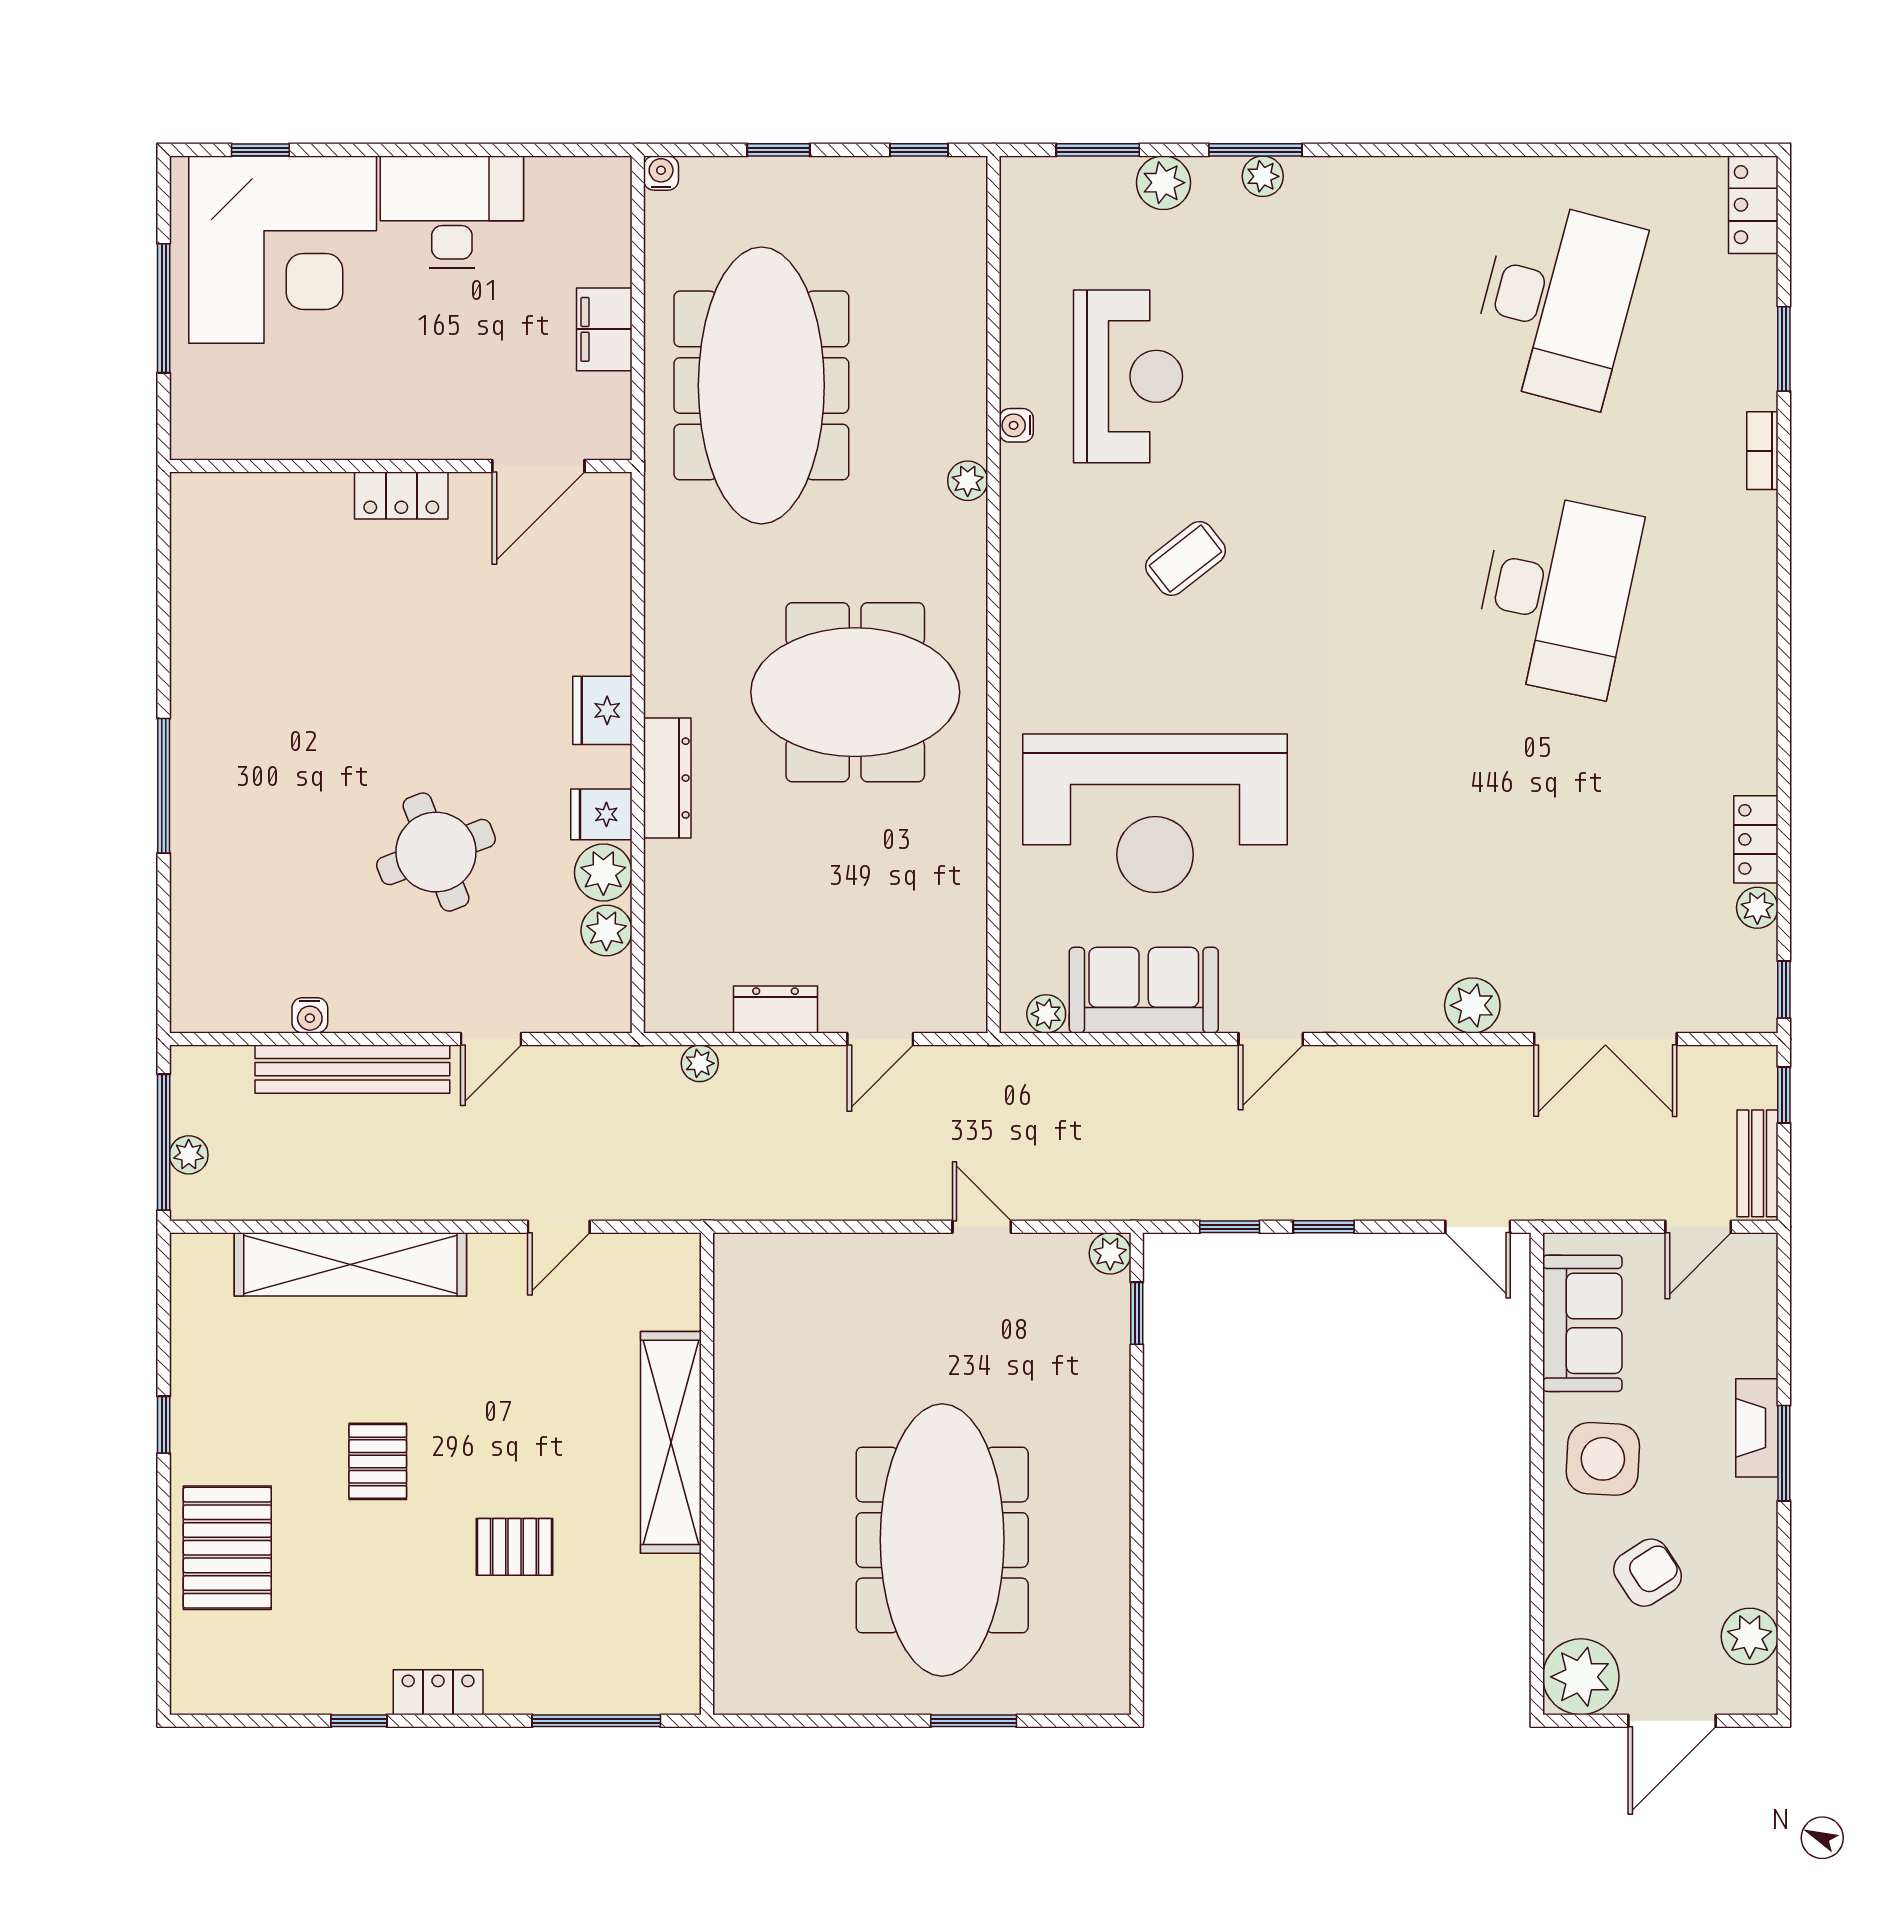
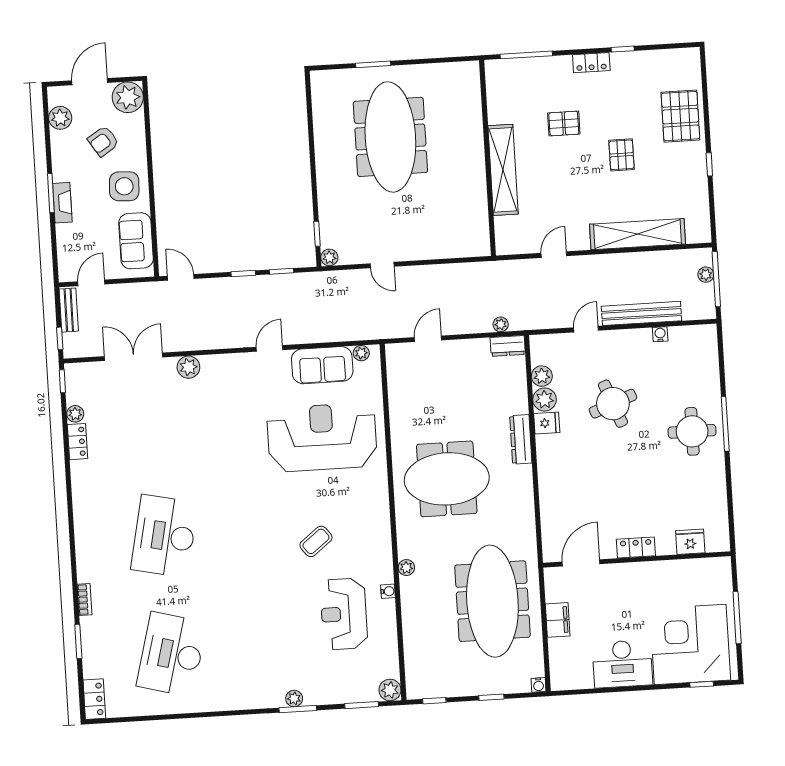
plant: (1163, 183) -> (390, 690), moved
fridge: (602, 710) -> (690, 542), moved, turned -90
round table: (246, 772) -> (692, 431), added
dresser: (775, 1010) -> (508, 346), moved

